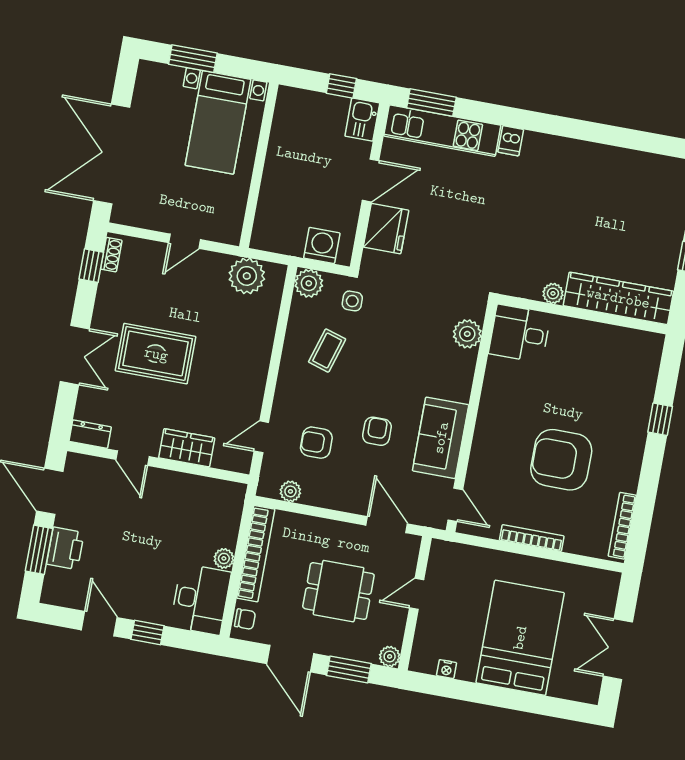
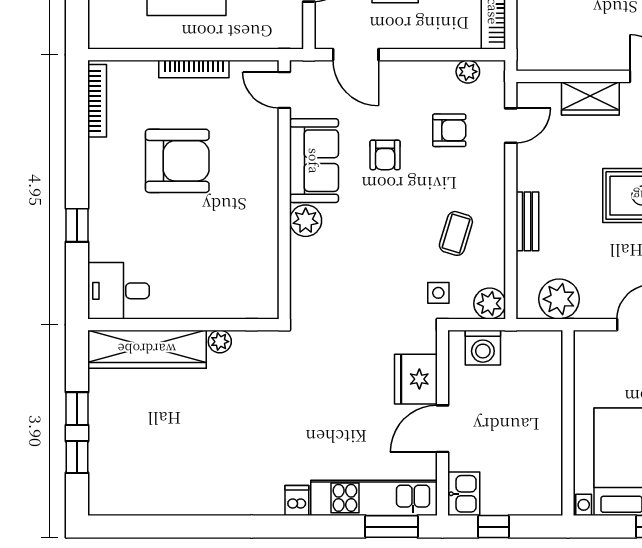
plant: (467, 334) -> (306, 221), moved
desk: (520, 334) -> (118, 291), moved, turned 180
bench: (262, 350) -> (527, 221), added

